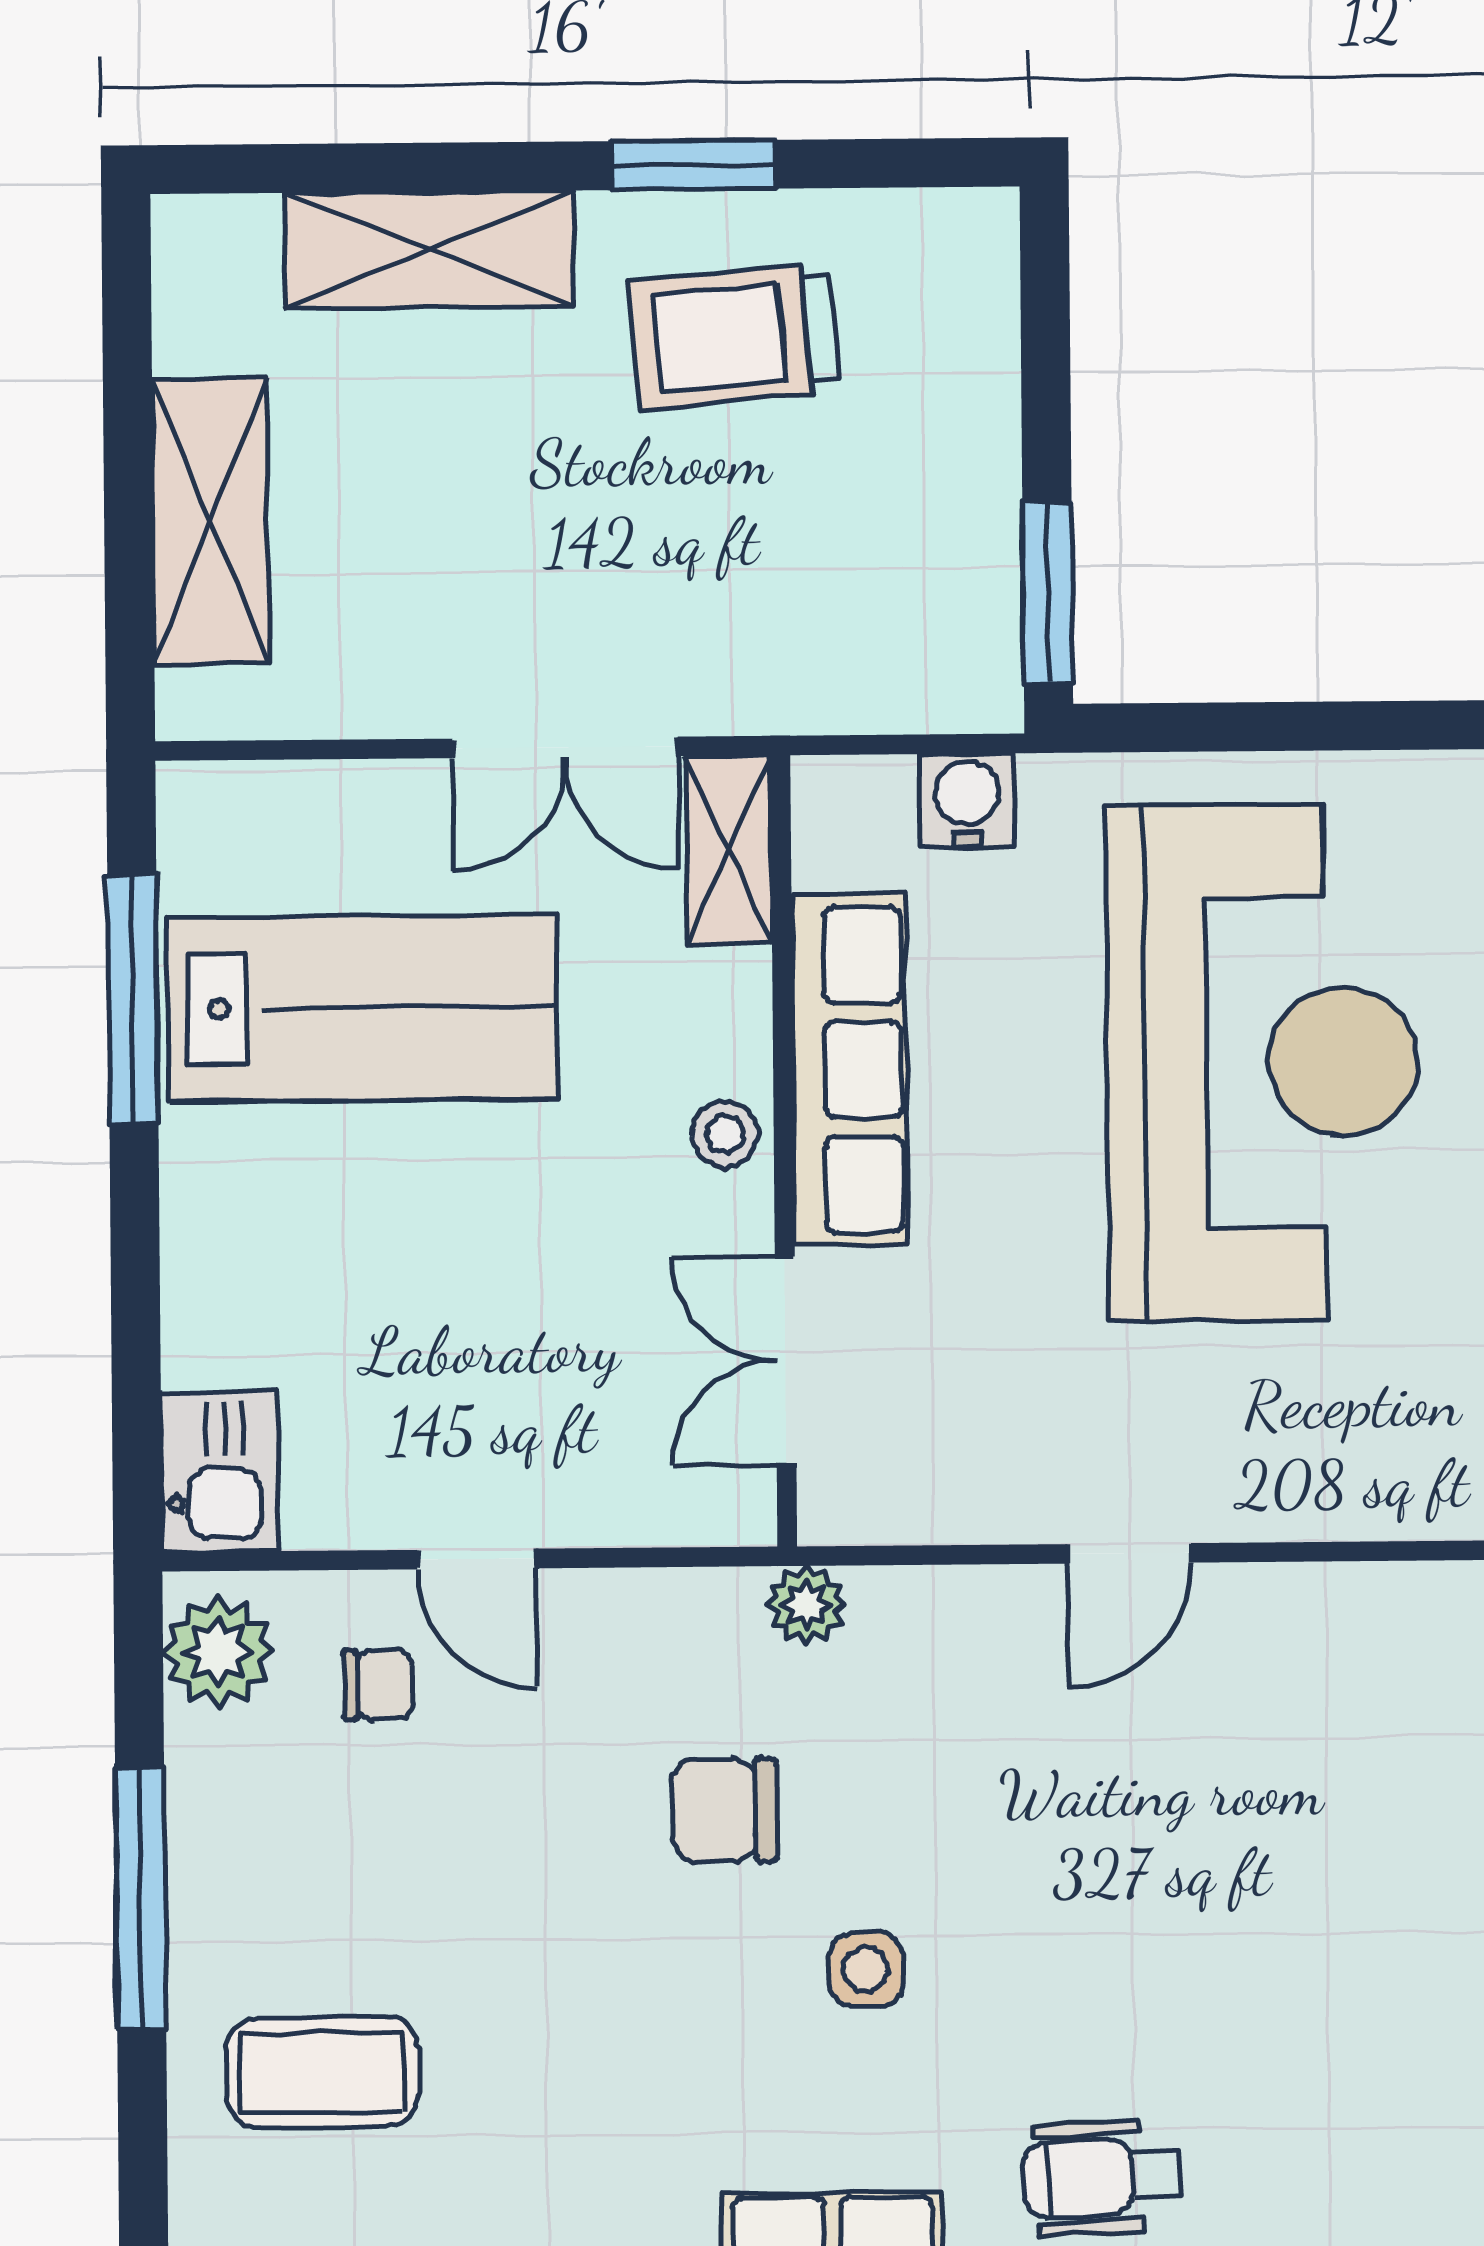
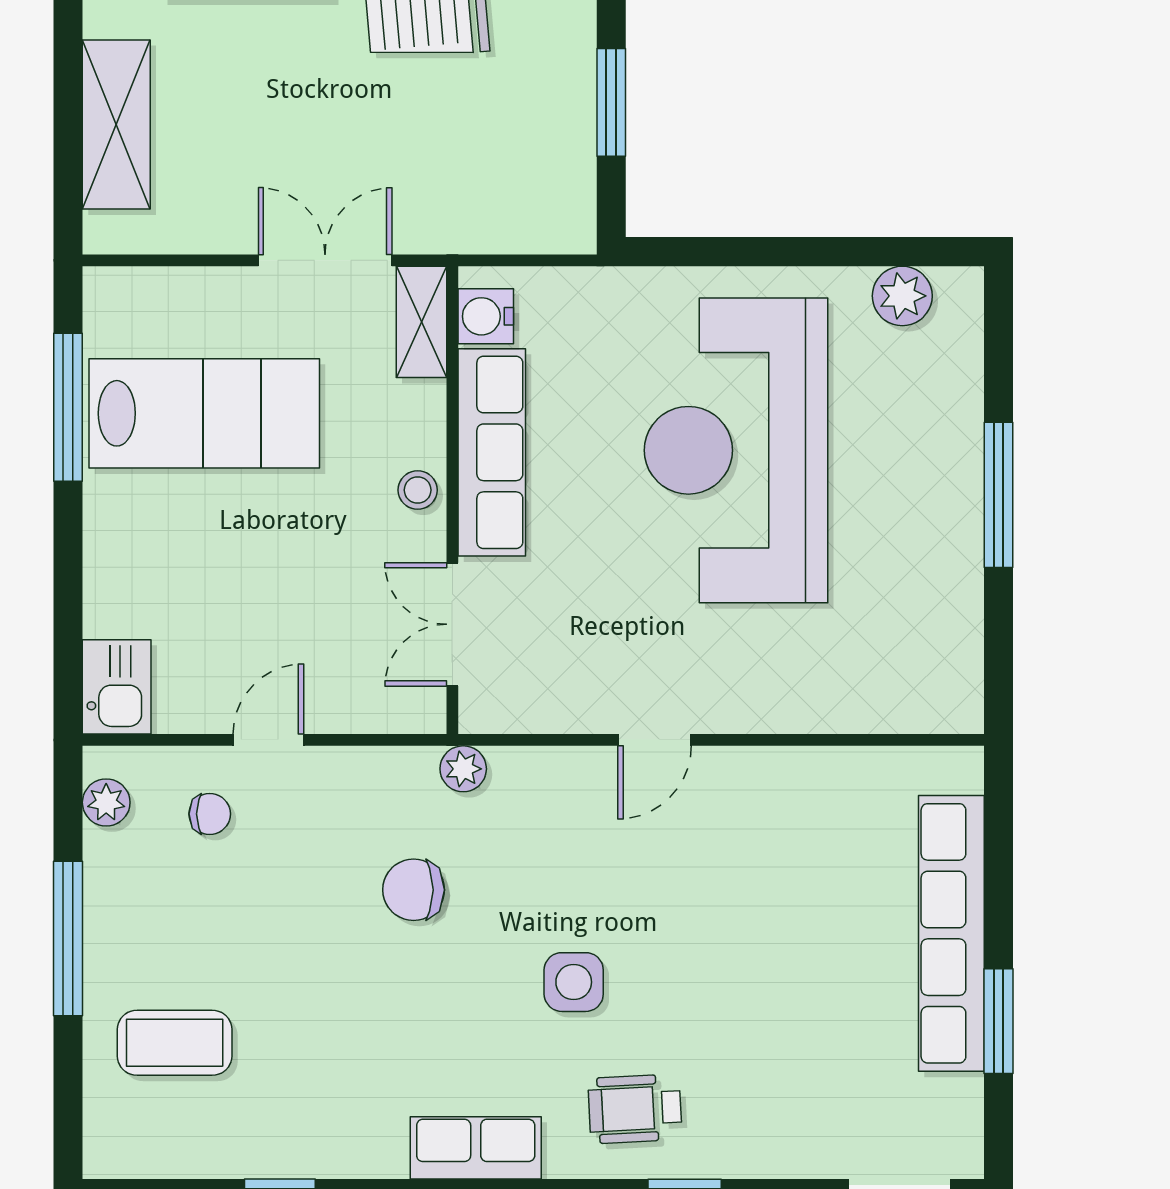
window: (1048, 593) -> (611, 102), moved
double door: (565, 747) -> (325, 260), swing flipped
water cooler: (967, 800) -> (486, 316), moved, turned -90
reception desk: (1263, 1062) -> (736, 450), turned 180
door: (476, 1559) -> (268, 740), swing flipped
plant: (218, 1652) -> (106, 802), width x0.73, depth x0.73
side table: (866, 1970) -> (574, 982), moved, width x1.37, depth x1.37

